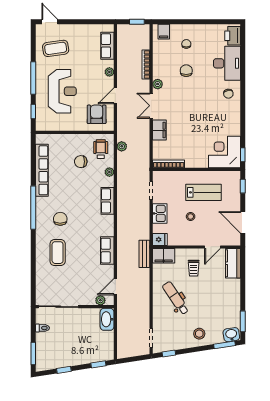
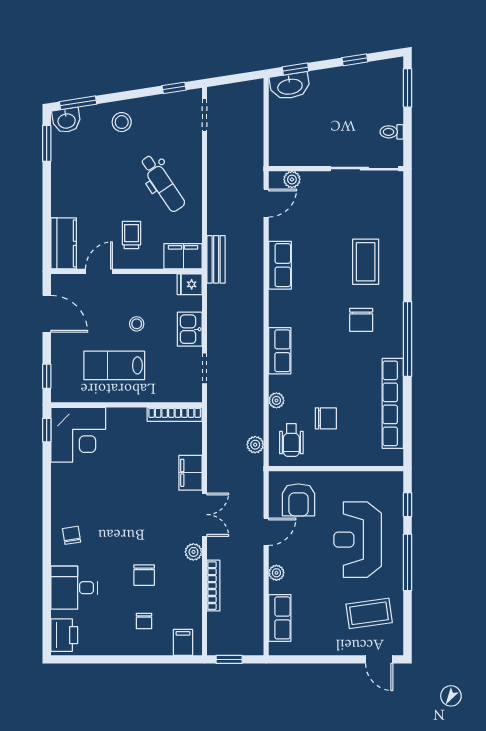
desk: (227, 63) -> (74, 588), width x0.73
washbasin: (107, 319) -> (290, 86), moved, turned 81

